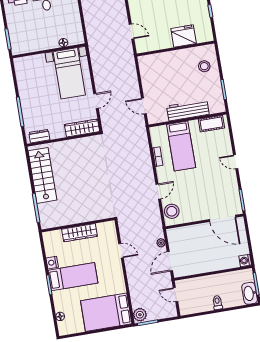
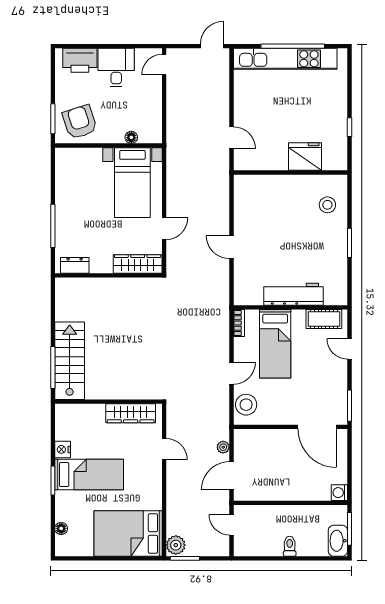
armchair: (27, 38) -> (80, 122), added
workbench: (188, 110) -> (293, 294), moved
wall: (187, 119) -> (290, 307), moved
cot: (211, 124) -> (324, 319), moved
bed: (181, 146) -> (275, 344), moved
stairs: (42, 175) -> (70, 361), moved
wardrobe: (80, 233) -> (131, 413), moved

